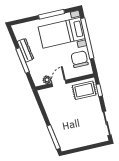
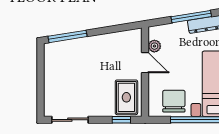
chair: (80, 59) -> (174, 101), turned -90

